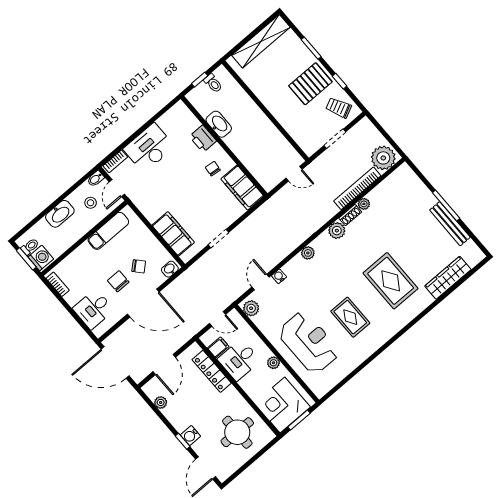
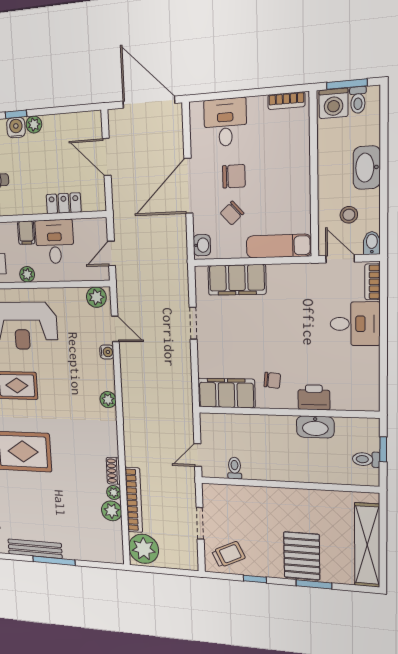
pallet: (310, 84) -> (302, 556), moved
toilet: (283, 147) -> (235, 468), added
desk: (149, 148) -> (355, 324), width x0.73
exam couch: (108, 231) -> (279, 246), moved, turned 90
plant: (337, 231) -> (112, 511), moved
filing cabinet: (218, 347) -> (26, 233), moved
door: (115, 362) -> (149, 102), hinge flipped
locker: (212, 371) -> (64, 203), width x0.66
plant: (161, 402) -> (34, 124), moved

